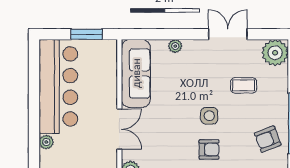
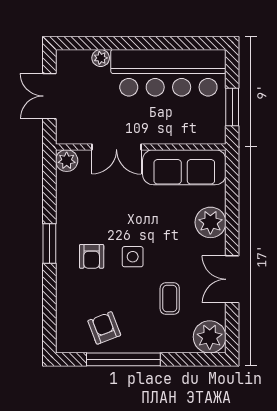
double door: (228, 34) -> (232, 279), swing flipped
plant: (175, 46) -> (210, 222), width x1.88, depth x1.88

